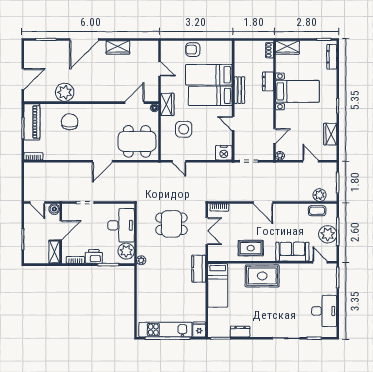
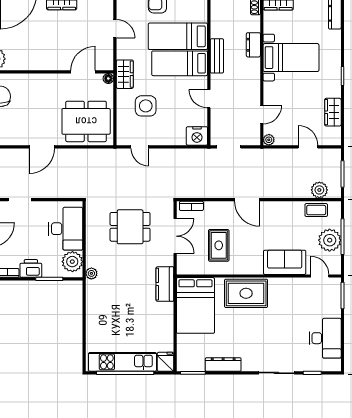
rug: (251, 248) -> (219, 245), moved, turned 90
bed: (218, 285) -> (195, 305), width x1.50
dresser: (240, 332) -> (223, 364), width x1.44

